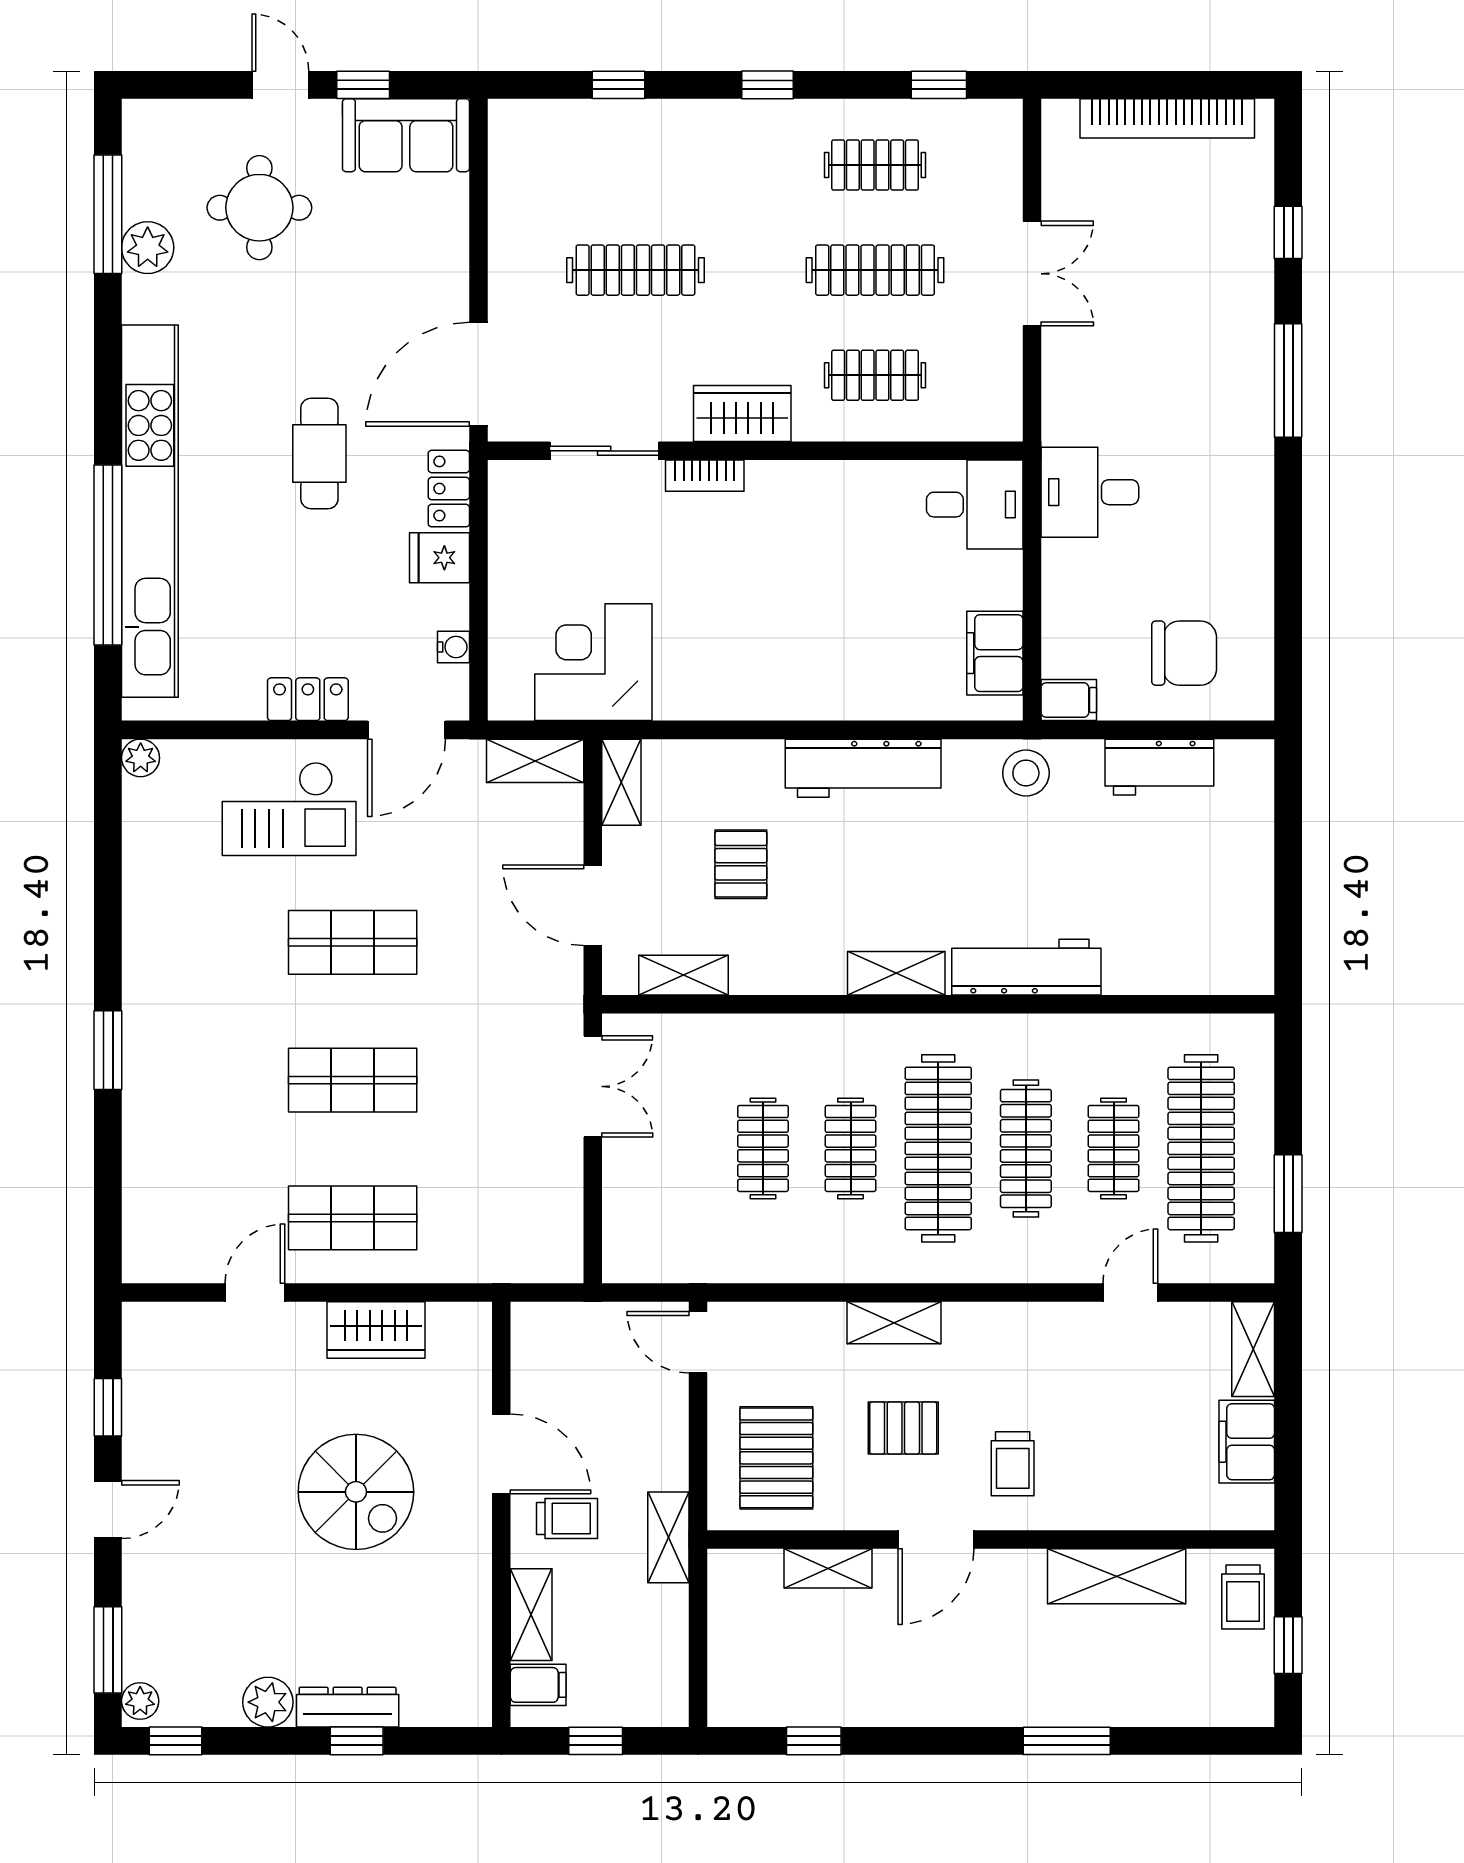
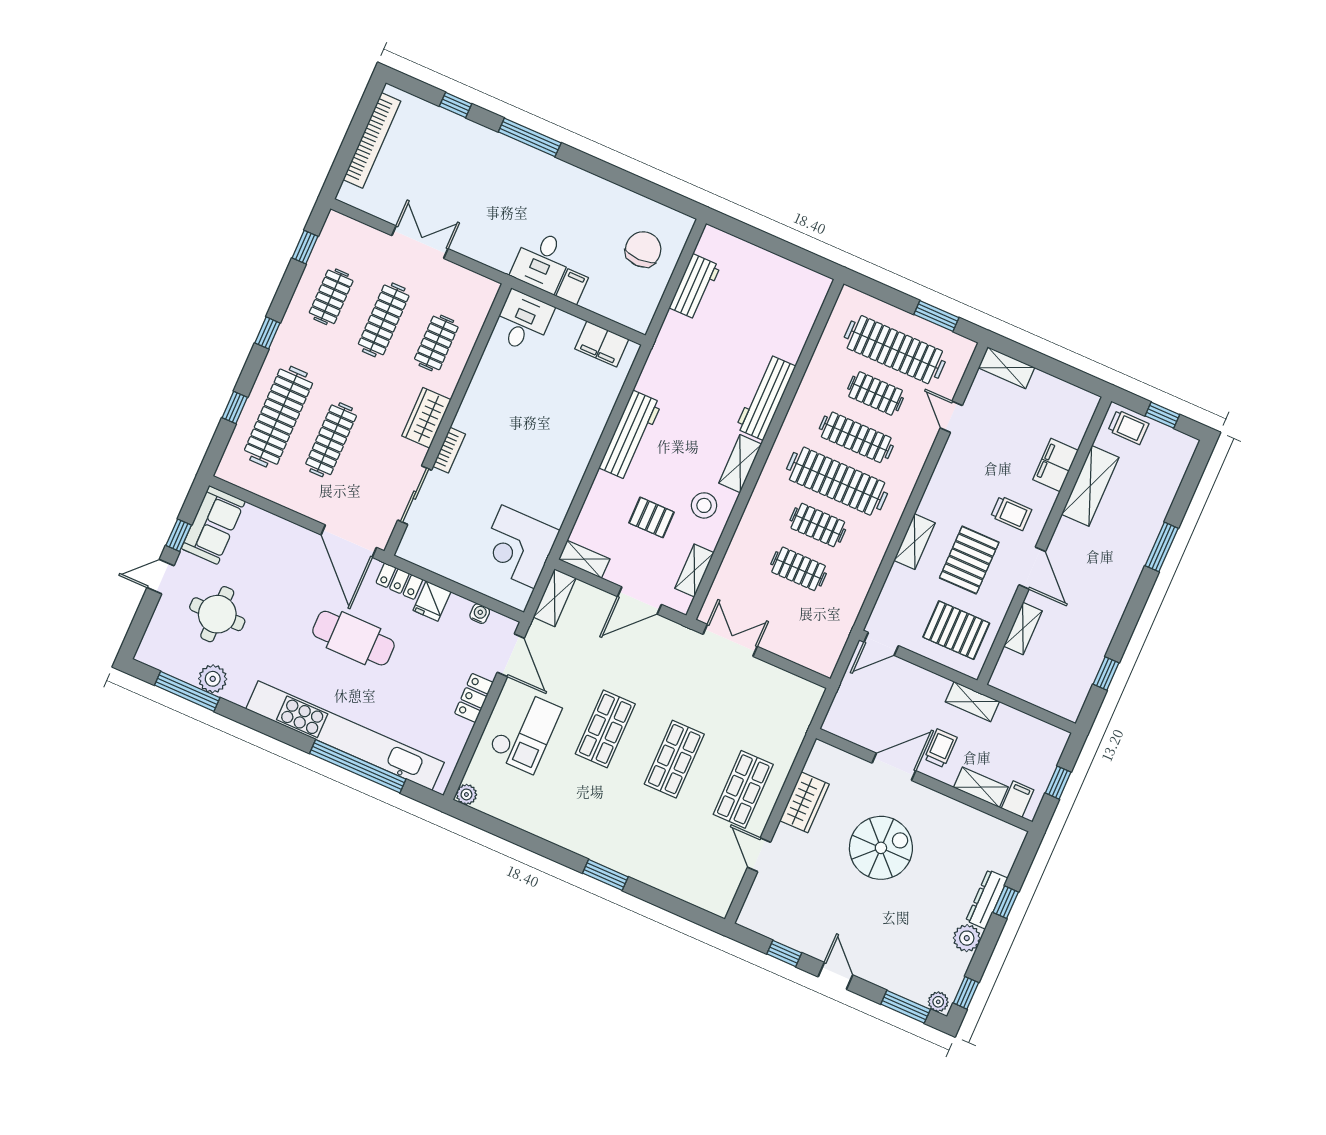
clothes rail: (635, 165) -> (279, 417), added
cafe table: (319, 453) -> (353, 638), width x1.37, depth x1.35
filing cabinet: (1069, 700) -> (572, 287), moved
stool: (1026, 773) -> (704, 505), moved
pallet: (903, 1428) -> (969, 560), width x1.50, depth x1.42
filing cabinet: (1247, 1442) -> (1056, 465), moved, turned 90

